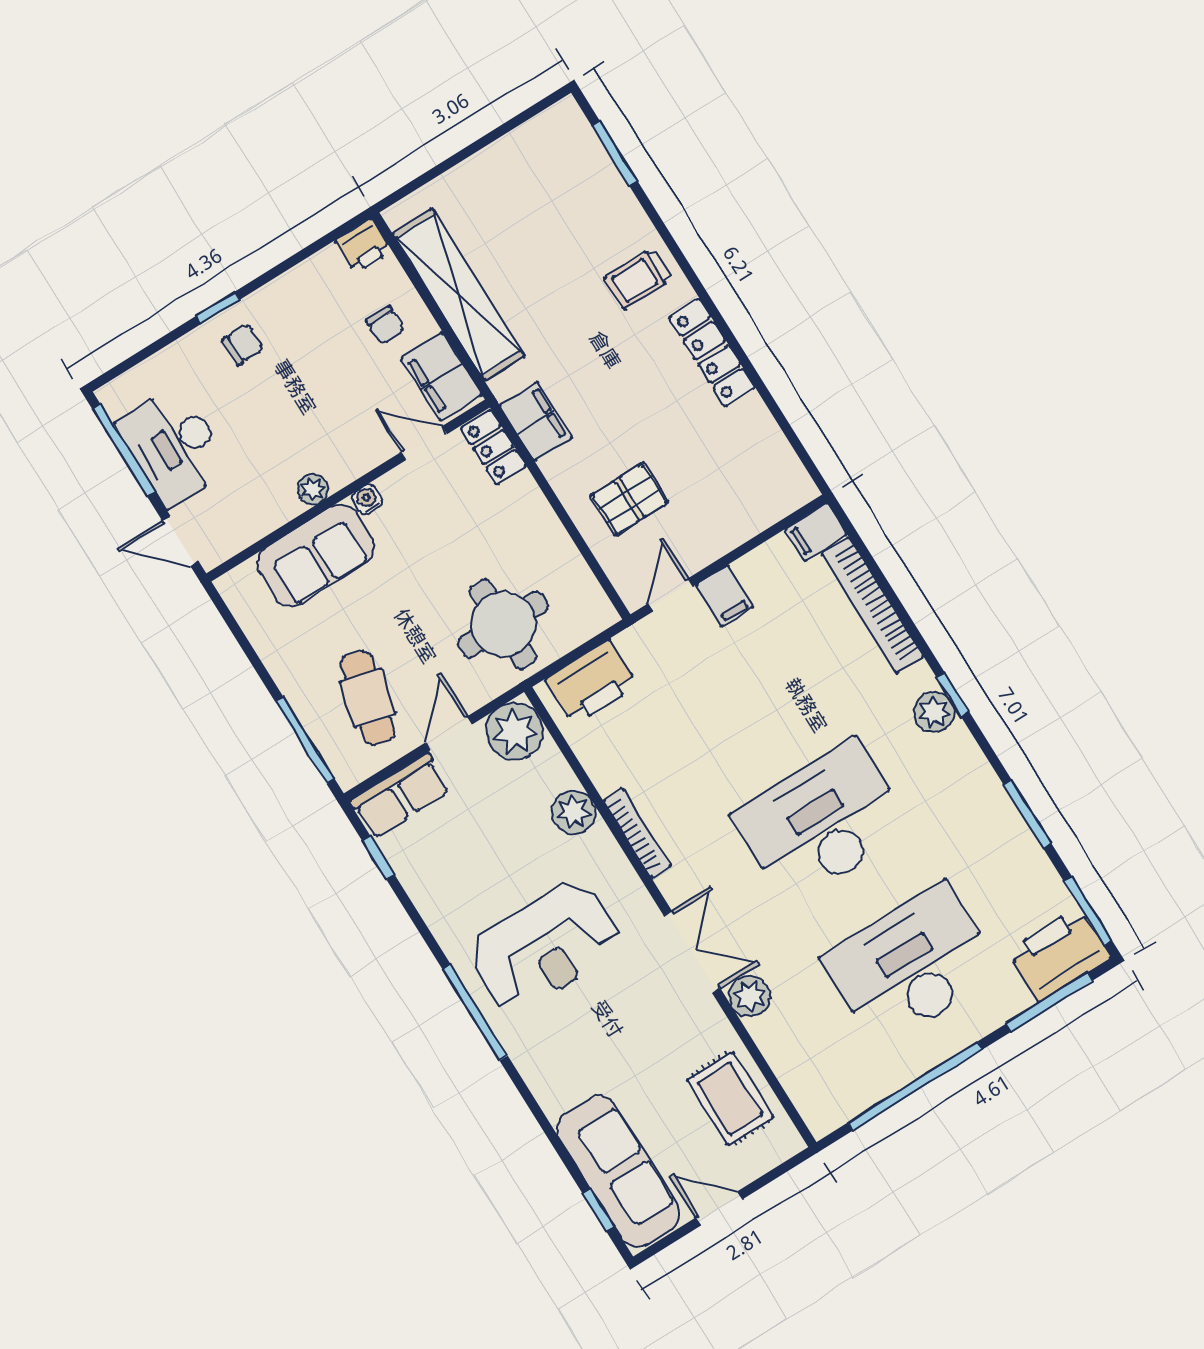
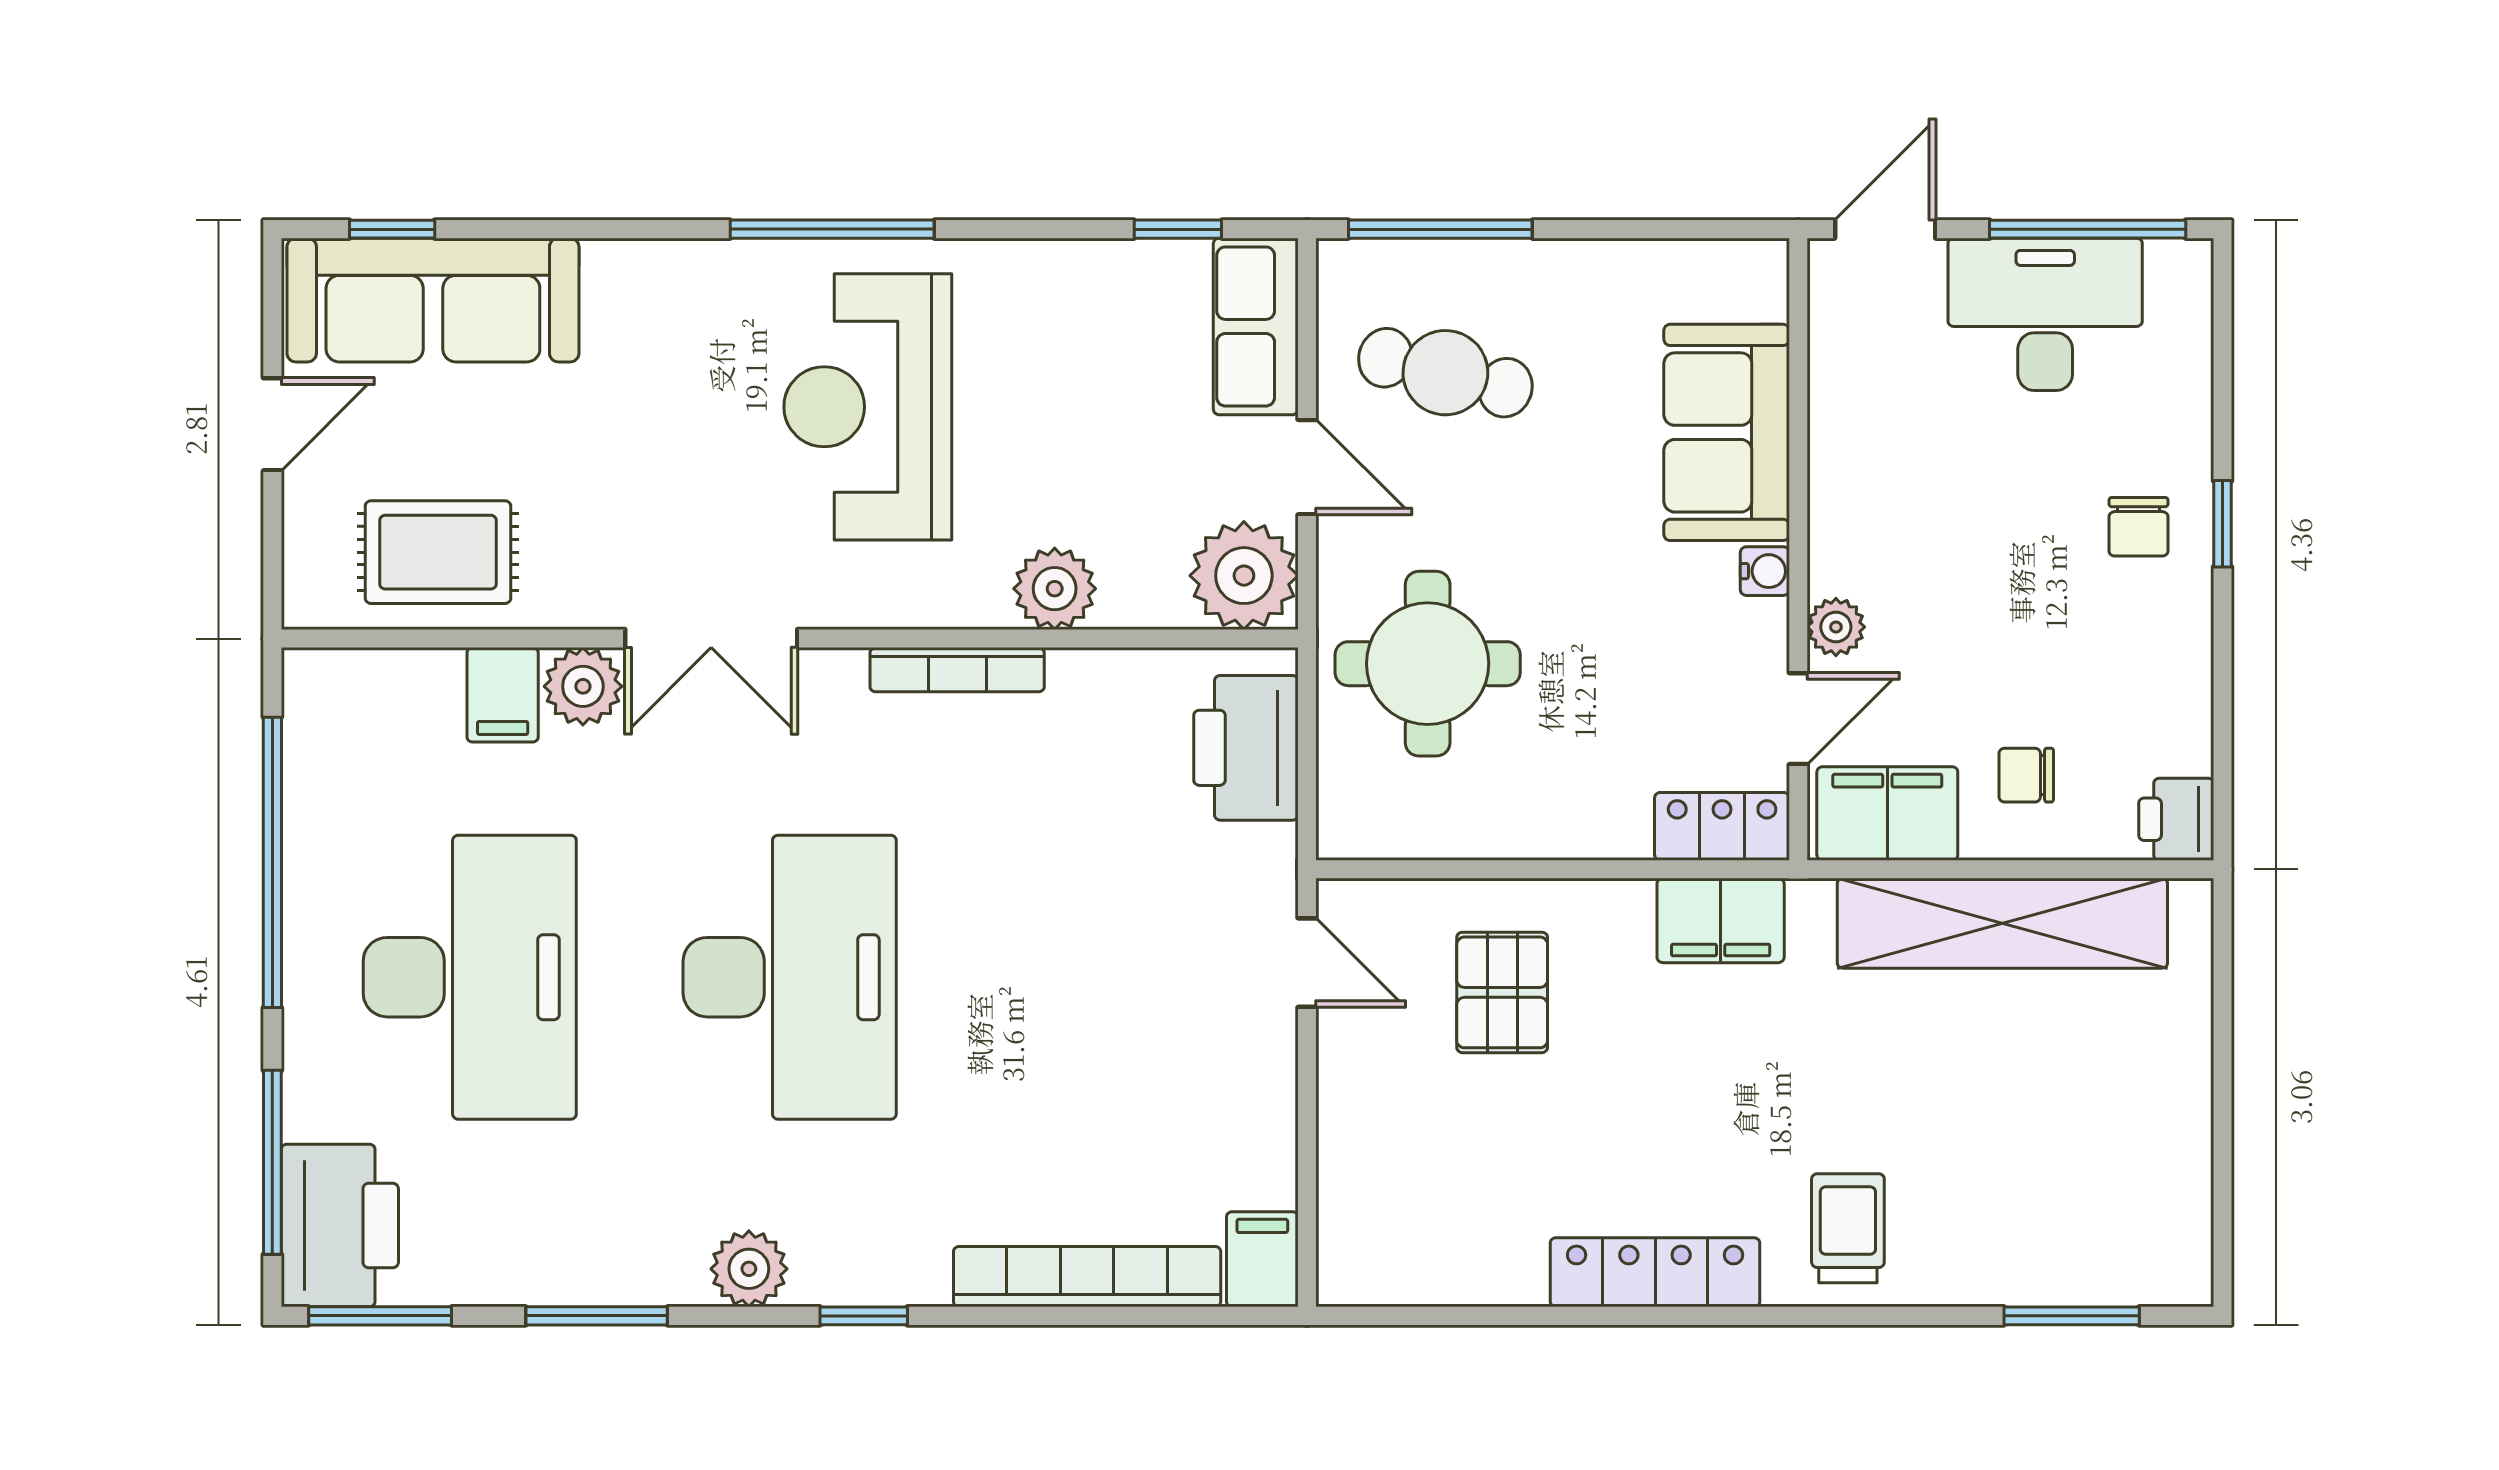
plant: (313, 489) -> (1836, 627), moved
filing cabinet: (725, 596) -> (503, 695), moved, turned -90
plant: (934, 712) -> (749, 1269), moved

